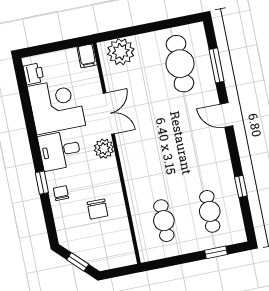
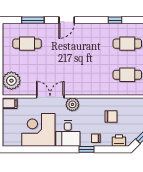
cafe table: (180, 64) -> (27, 44), width x0.73, depth x0.74
printer: (33, 74) -> (119, 140), moved

